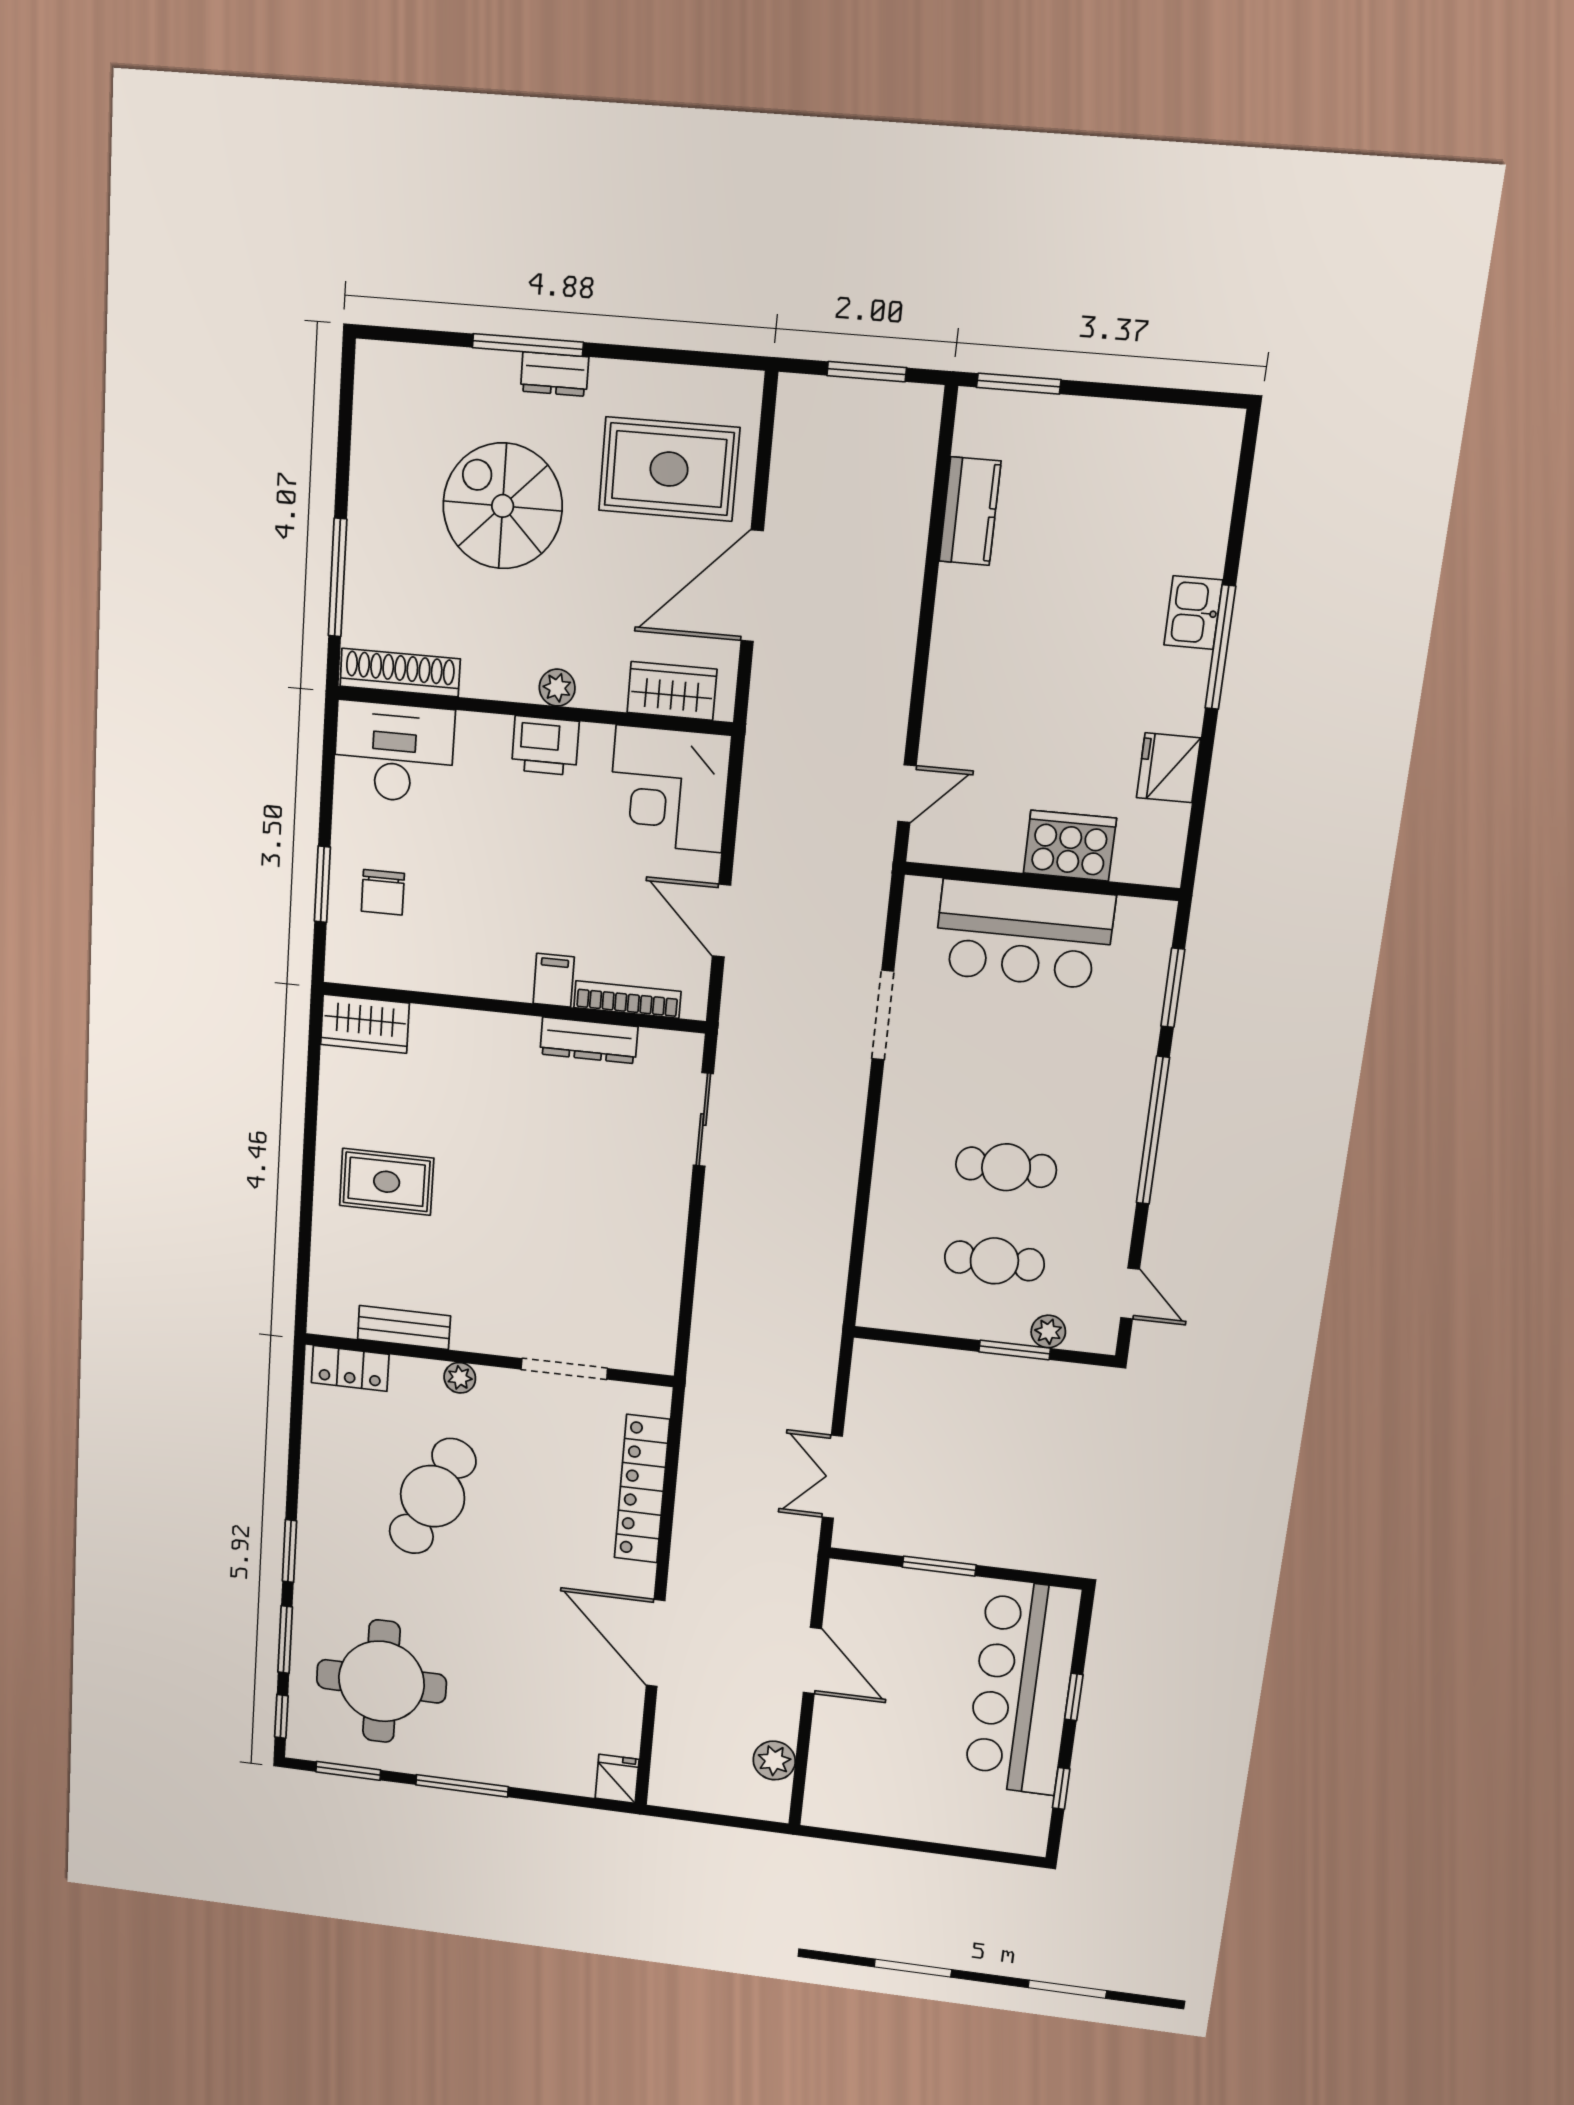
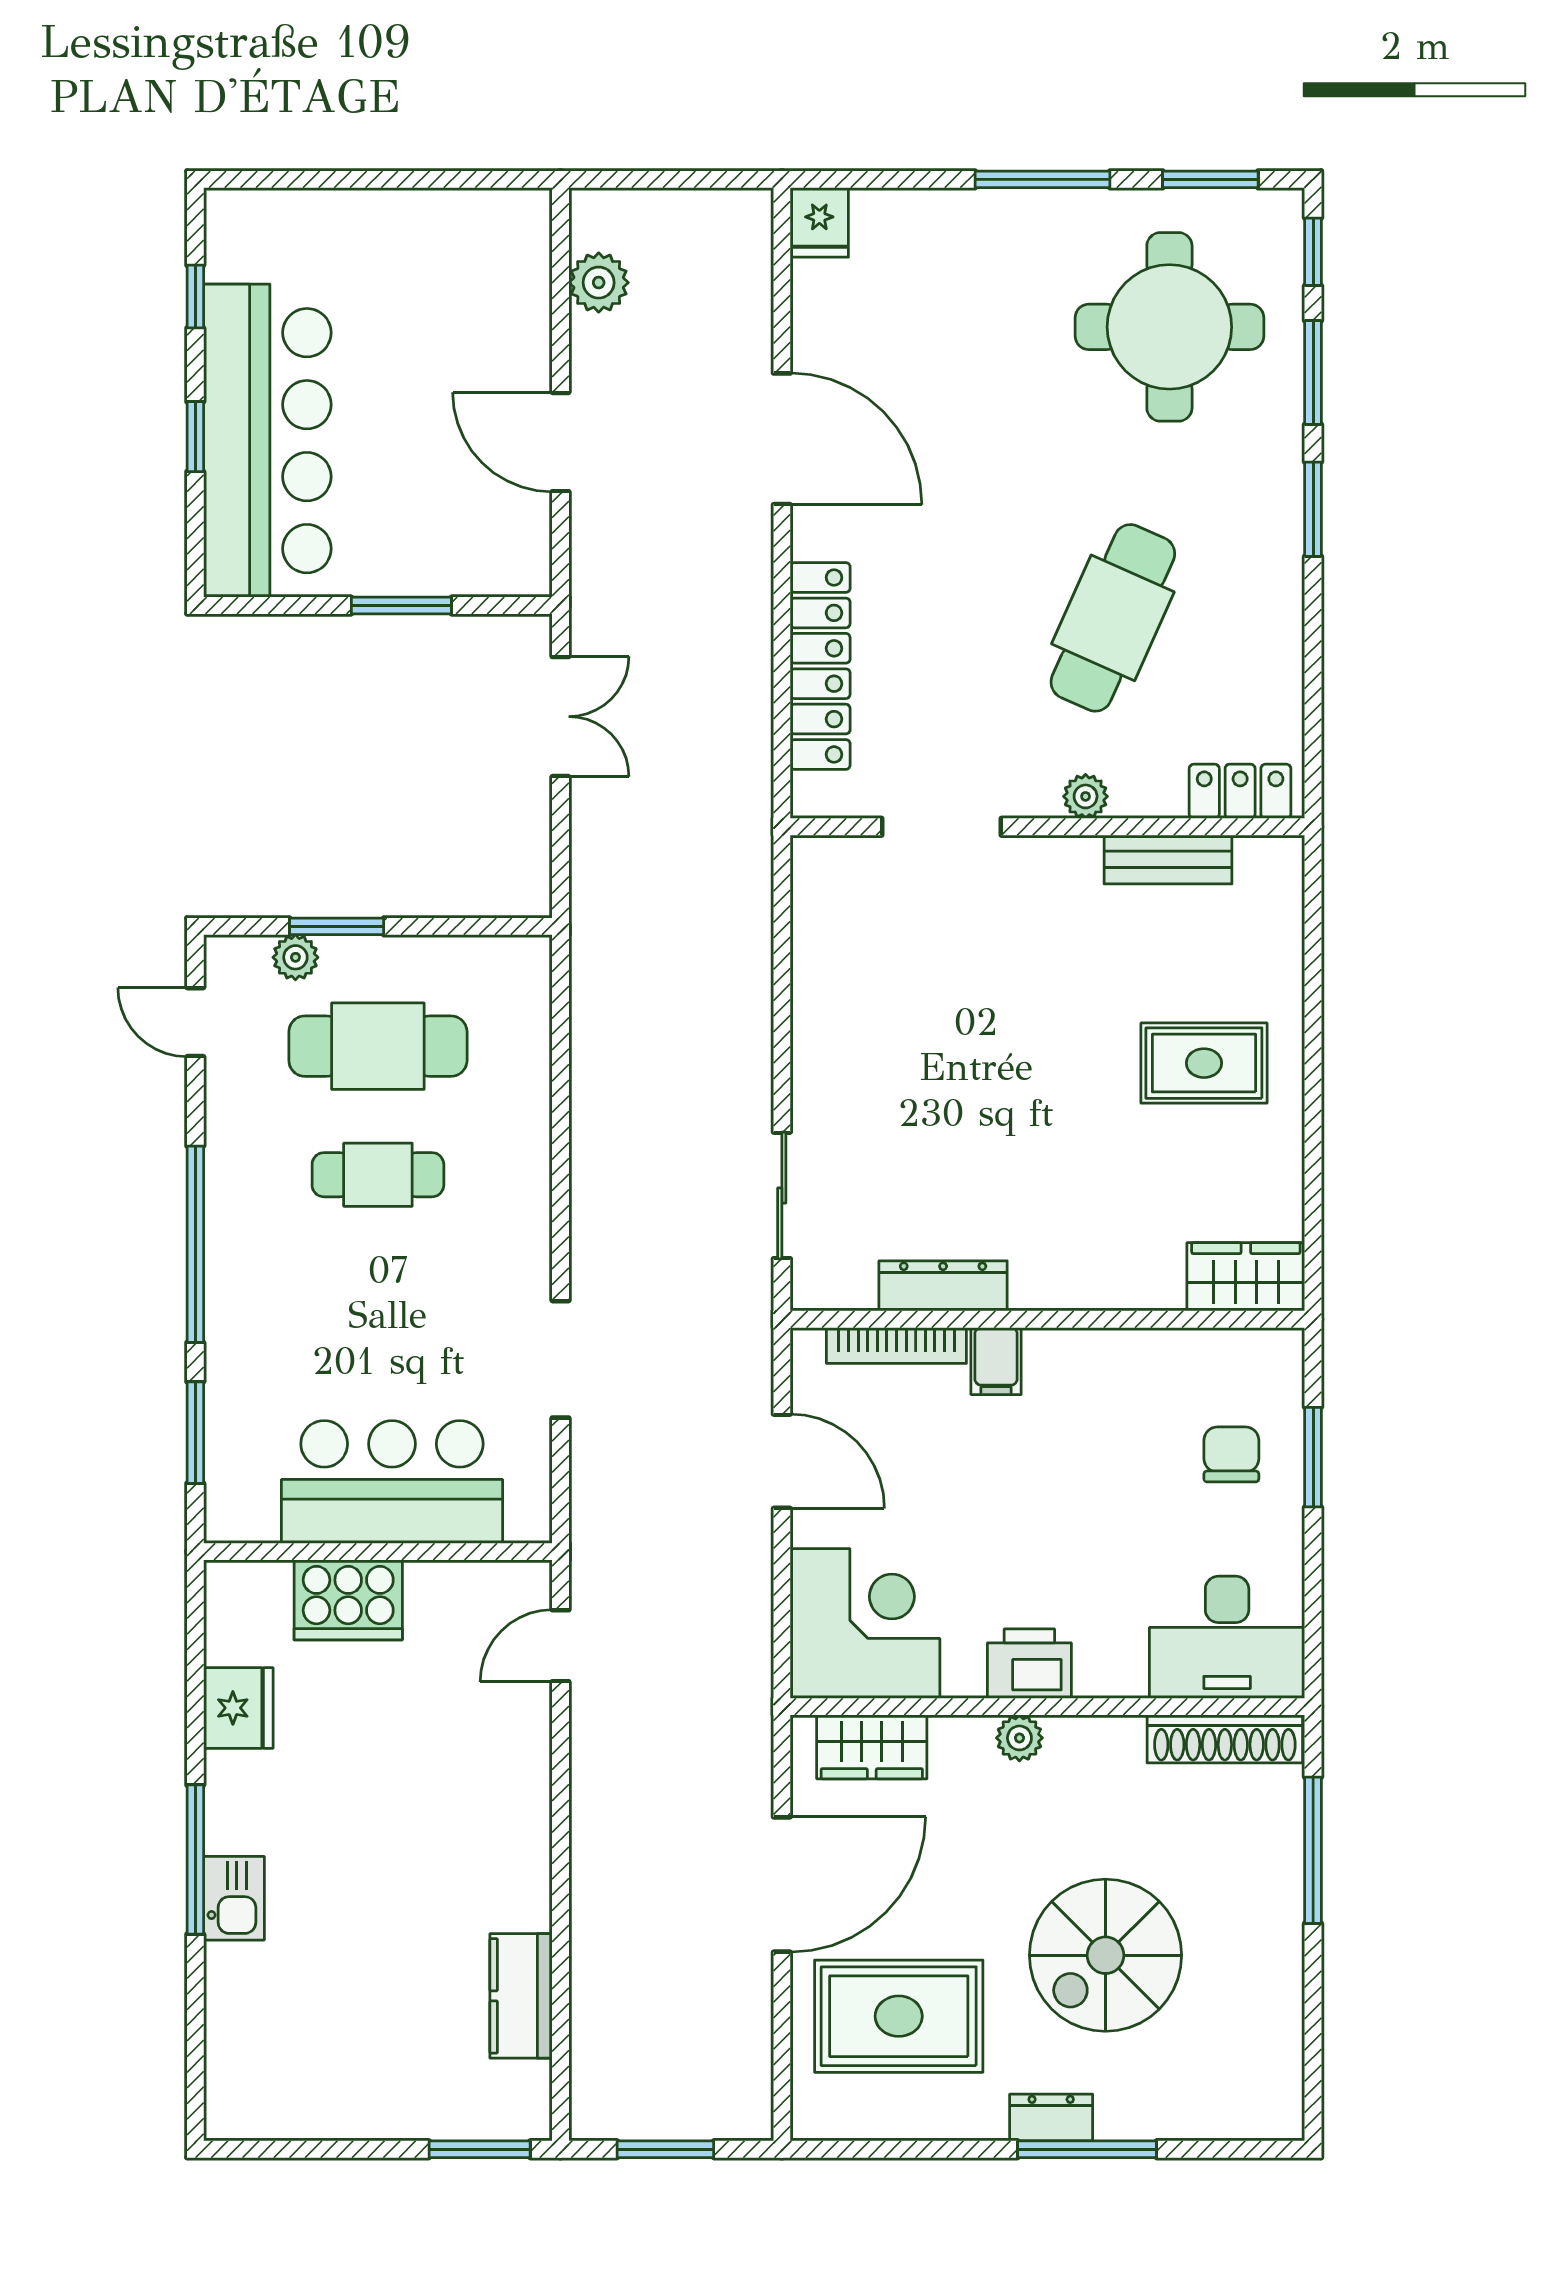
spiral stairs: (503, 506) -> (1105, 1955), turned 90
cafe table: (994, 1261) -> (378, 1046), width x1.37, depth x1.35

